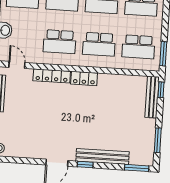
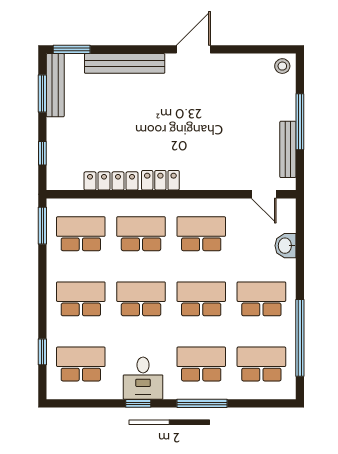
locker: (52, 76) -> (111, 181), moved
window: (161, 90) -> (42, 153), moved
bench: (152, 97) -> (55, 85), moved
window: (85, 165) -> (150, 49), removed

